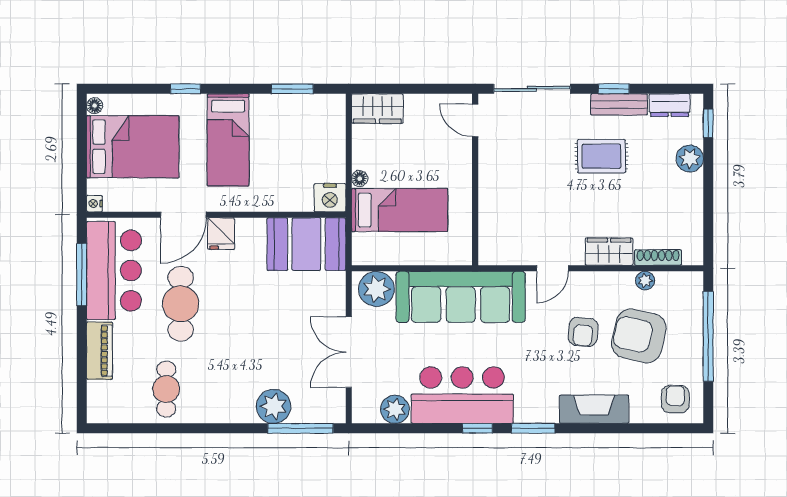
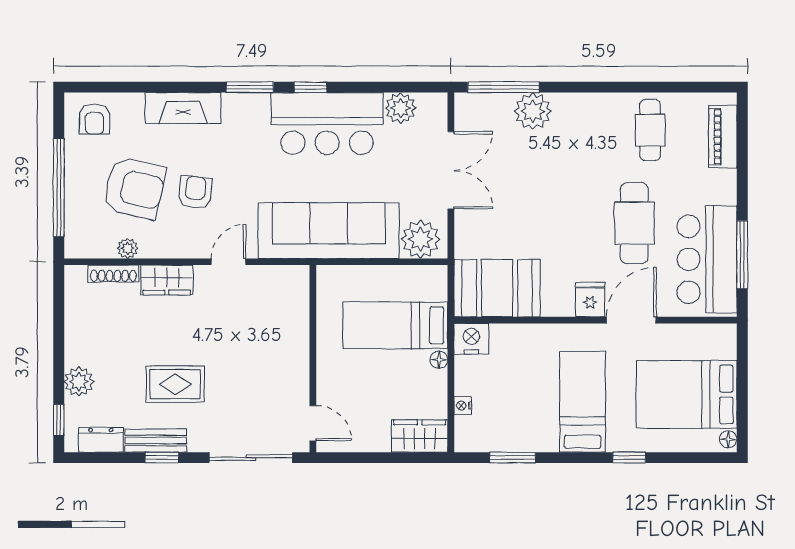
nightstand: (94, 204) -> (463, 406), moved, turned 180
piano: (99, 351) -> (723, 137), moved

